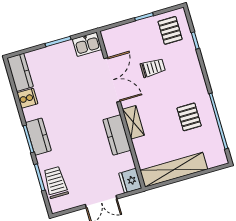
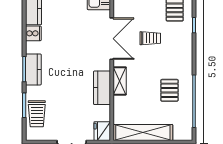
trolley: (56, 182) -> (37, 114), turned 180

